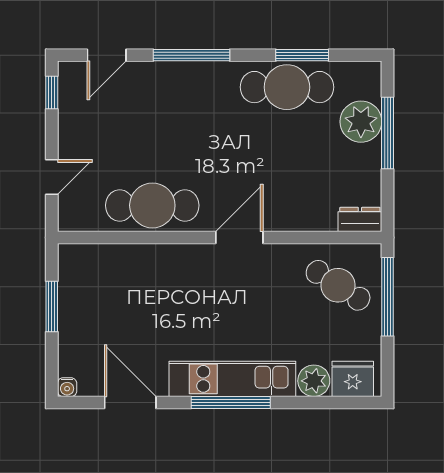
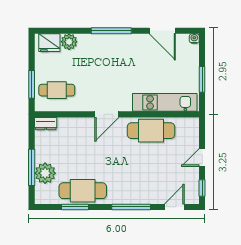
door: (52, 177) -> (202, 157), moved
cafe table: (338, 285) -> (57, 90), turned -33
window: (388, 297) -> (32, 84), width x0.69
kitchen unit: (232, 379) -> (165, 102), moved, turned 180

